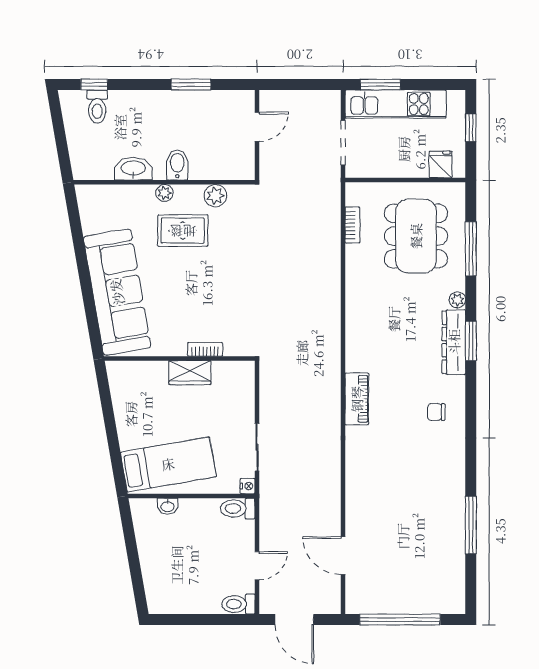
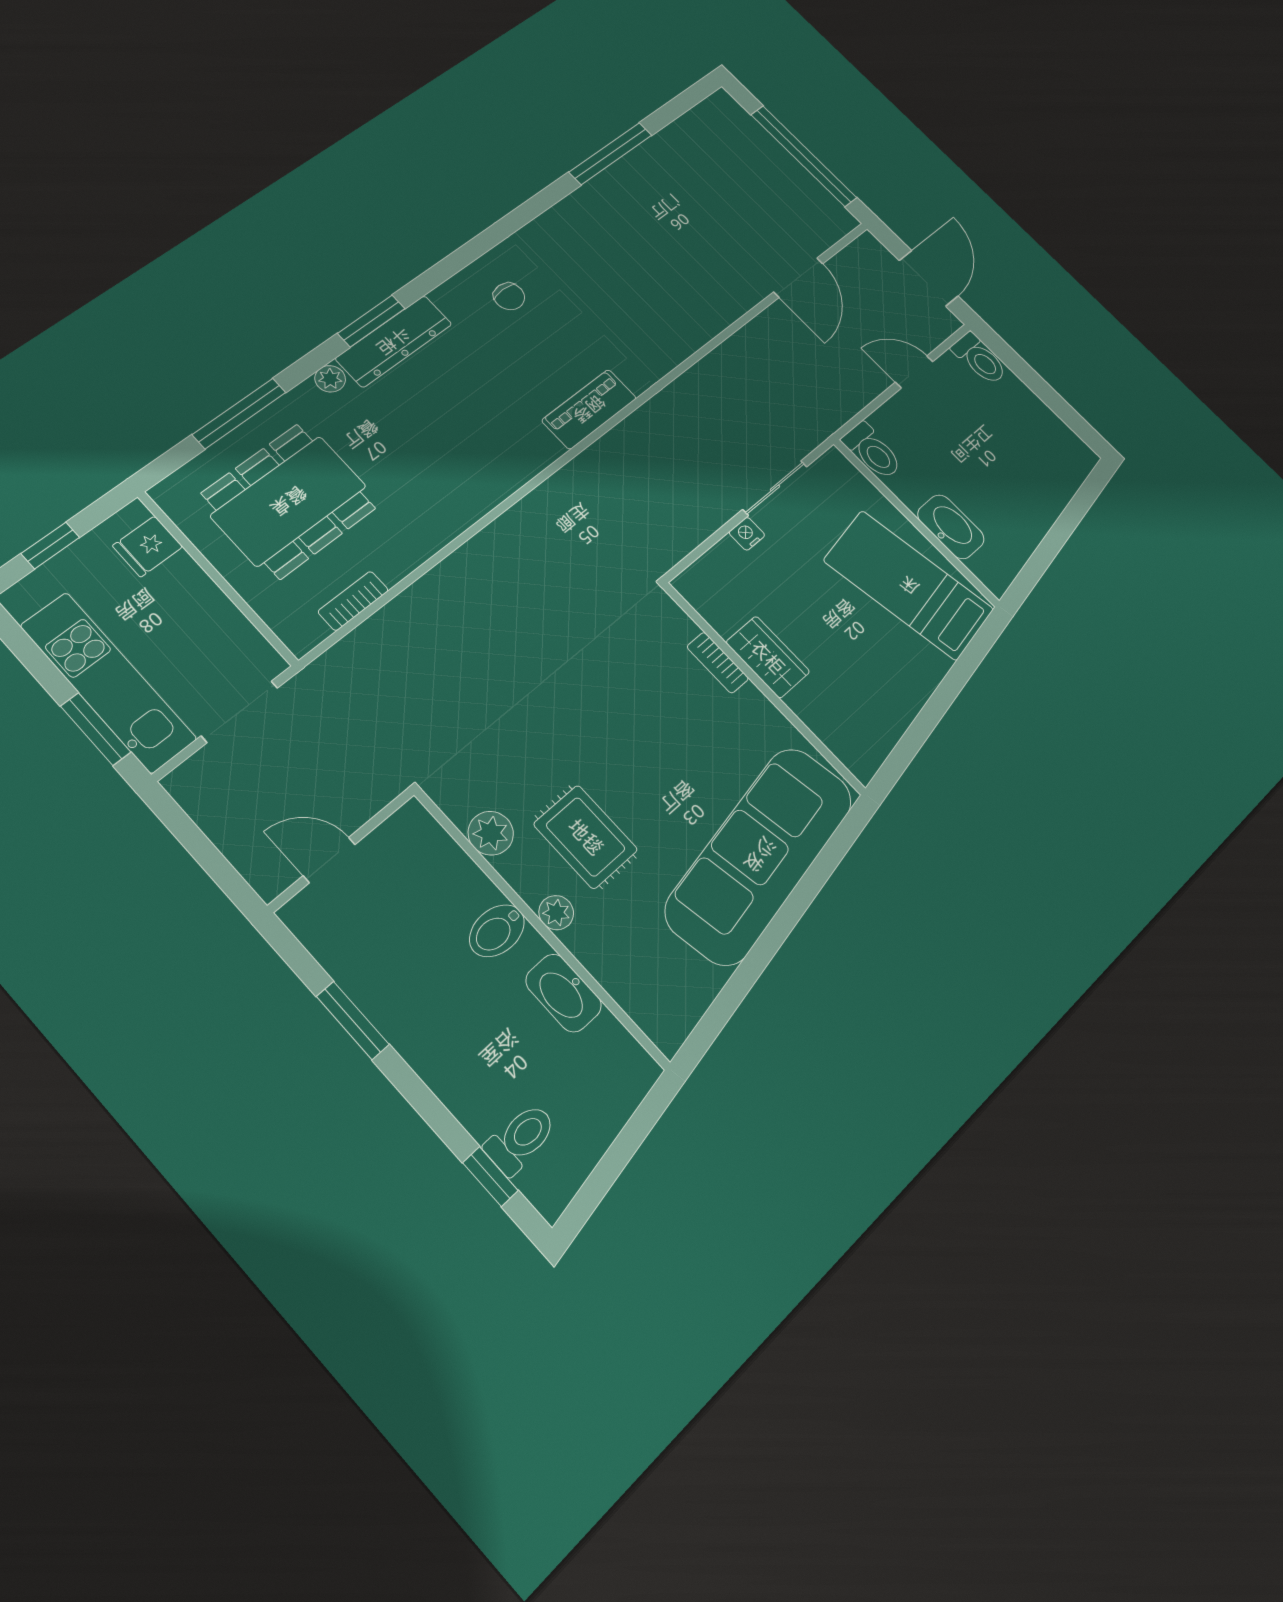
nightstand: (248, 486) -> (747, 534), moved
washbasin: (168, 506) -> (951, 527), width x1.91, depth x1.45

